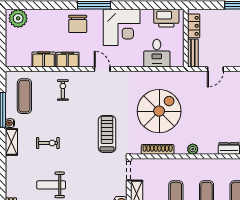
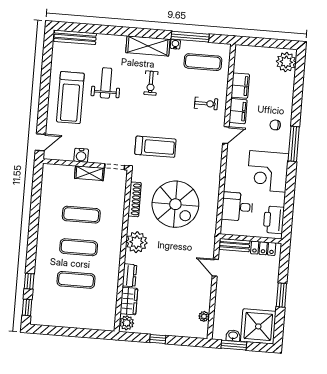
chair: (78, 24) -> (275, 125), width x0.54, depth x0.54
door: (102, 69) -> (226, 135), moved
shelving: (11, 142) -> (148, 46), width x1.50, depth x1.33
plant: (193, 149) -> (137, 242), width x1.88, depth x1.88

